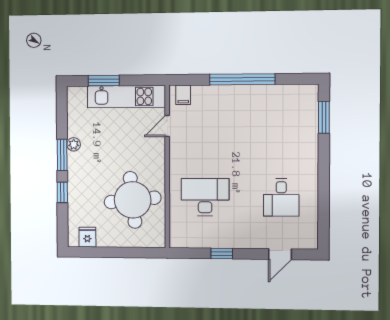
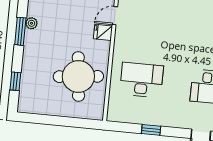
window: (62, 192) -> (15, 81), moved
fridge: (87, 237) -> (103, 32), moved, turned -90

